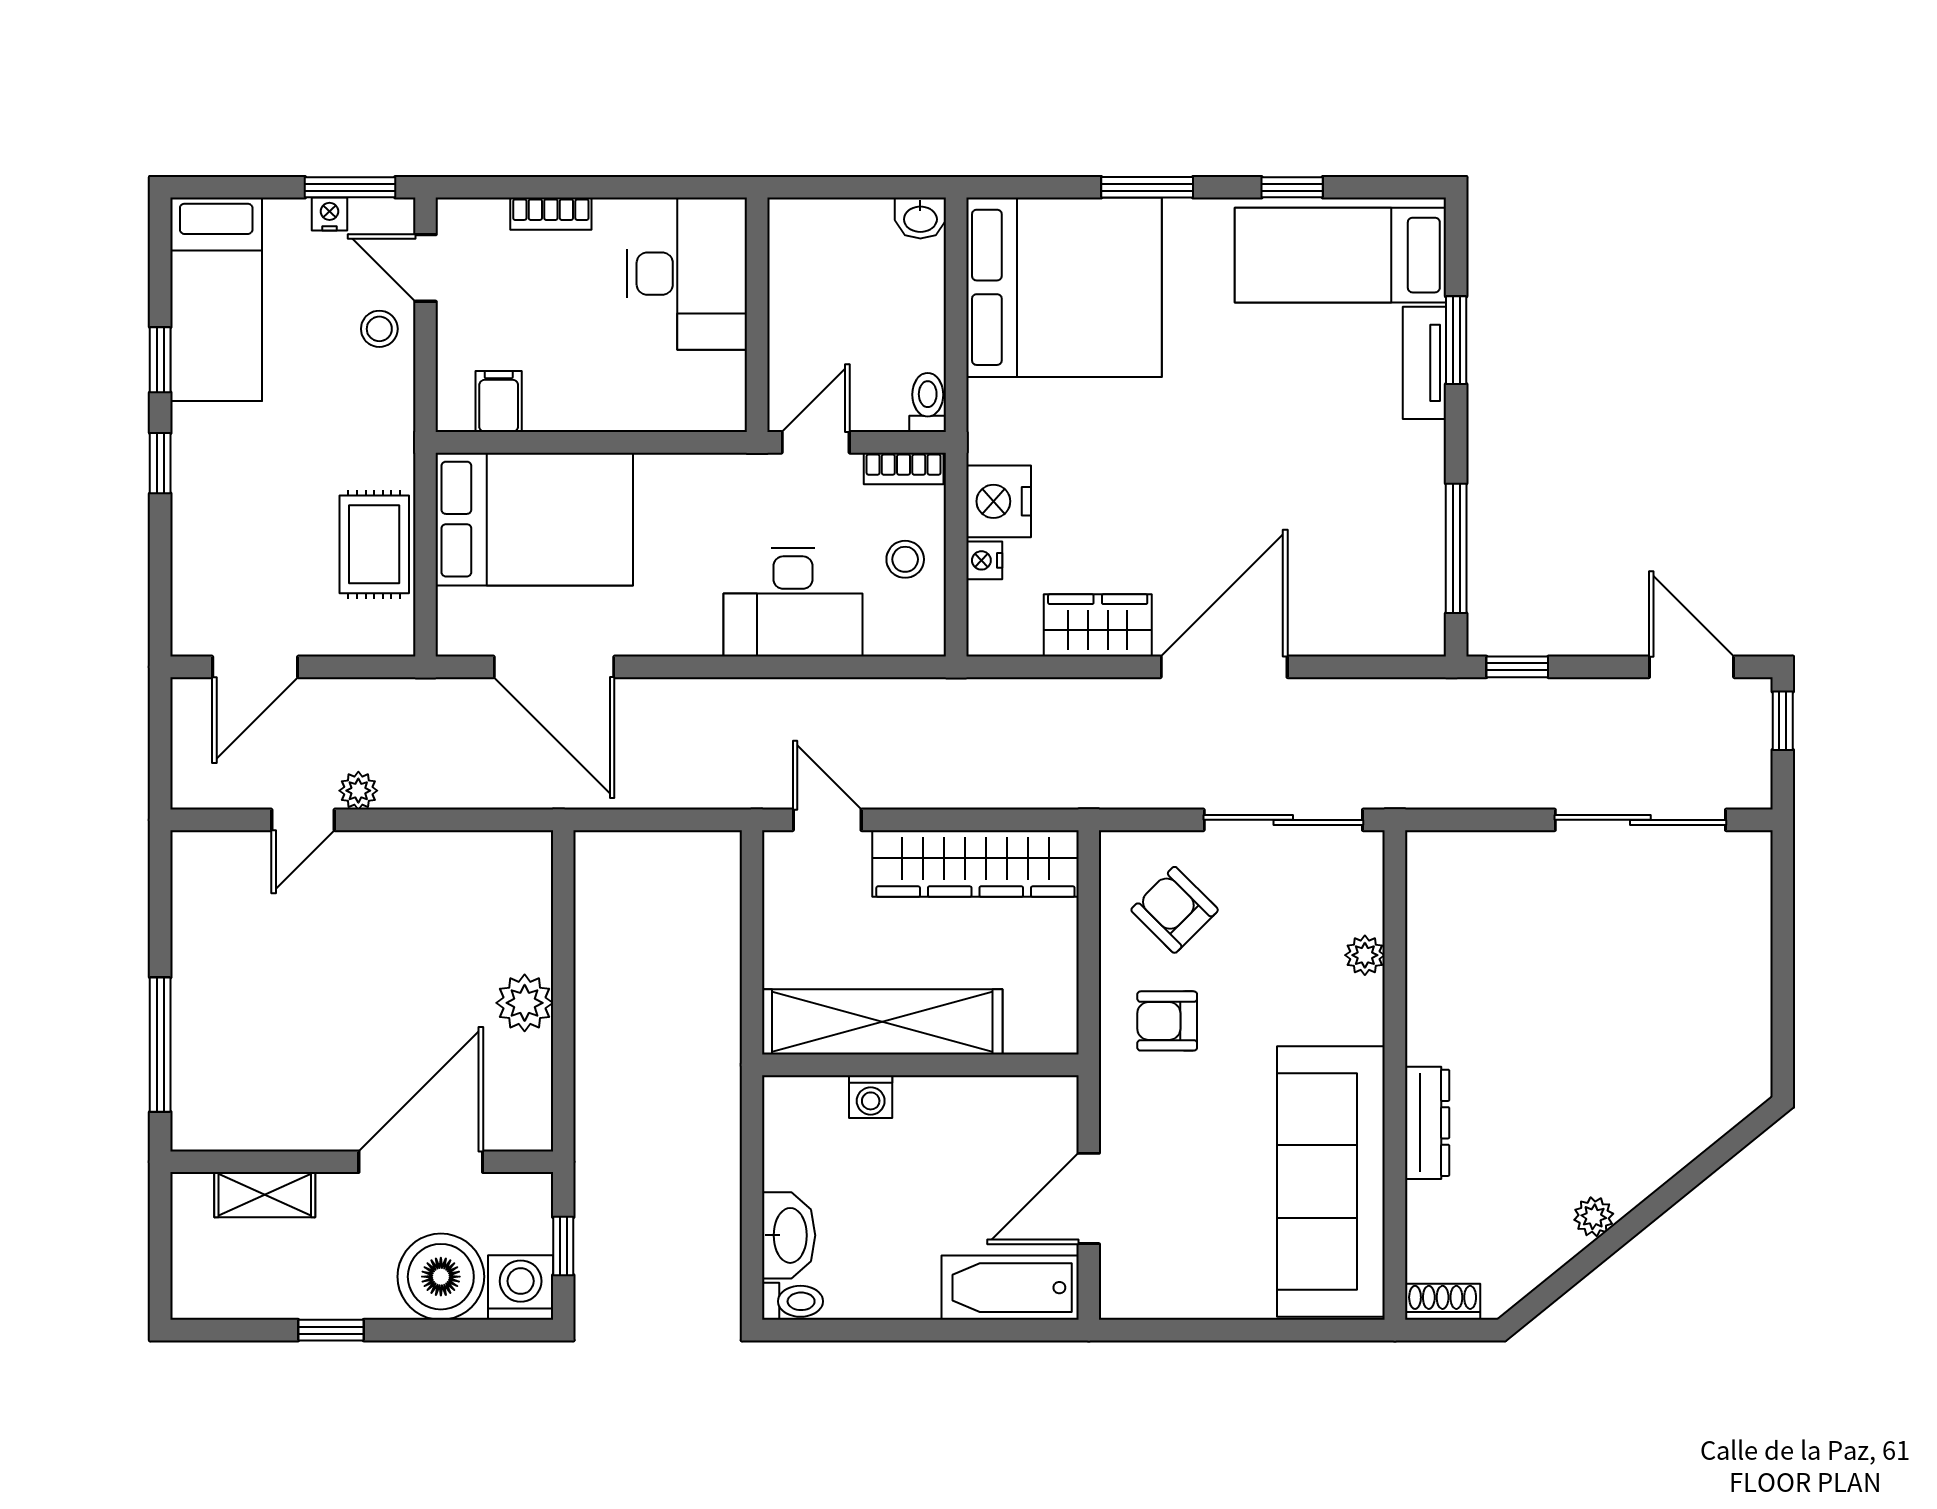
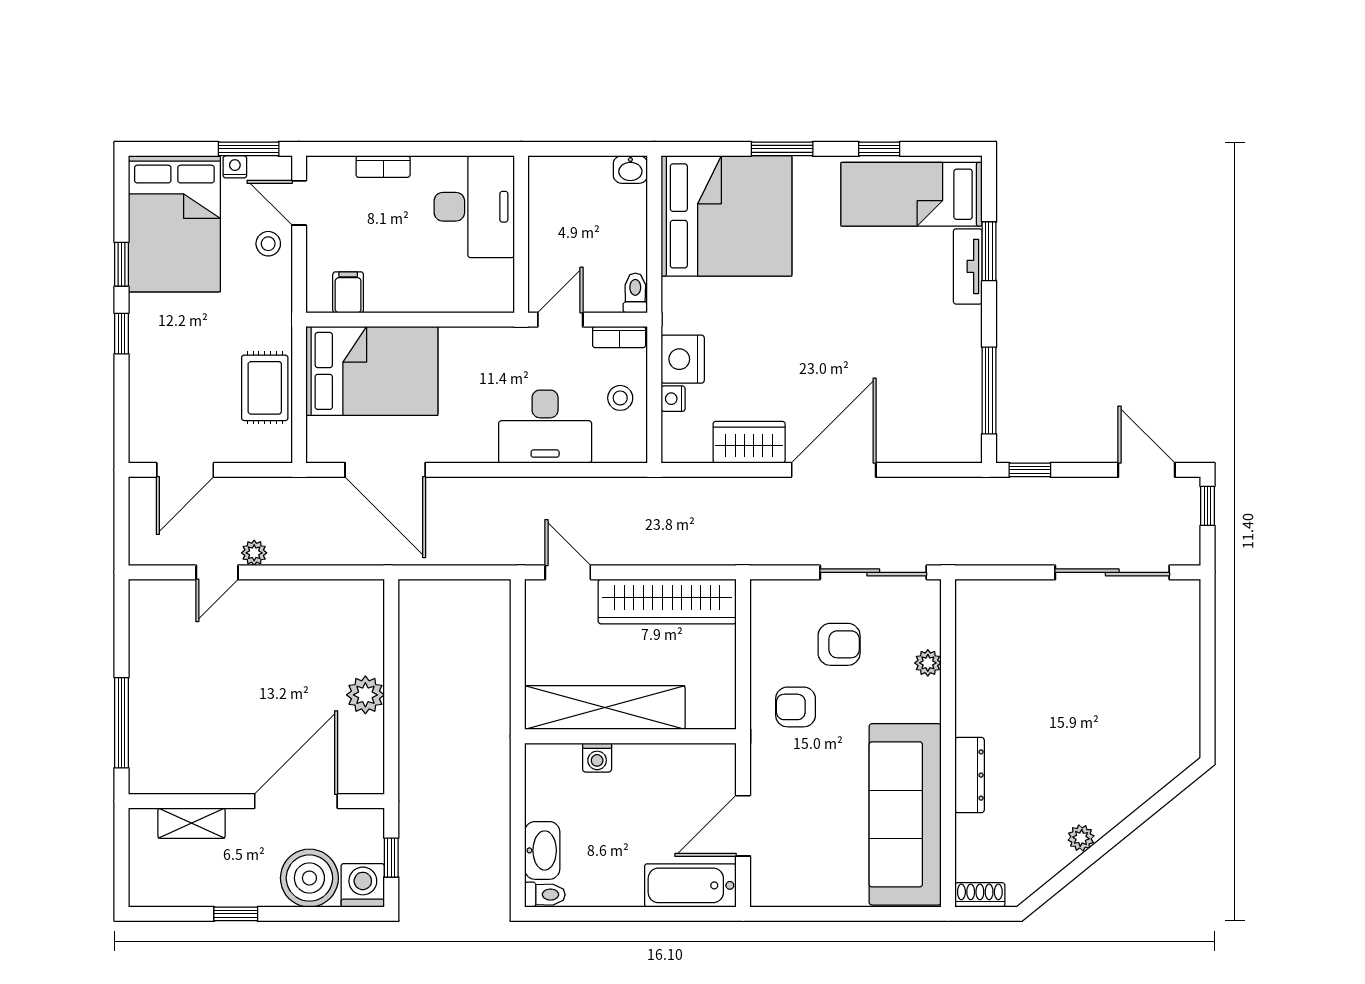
bed: (216, 299) -> (174, 224), width x1.50
armchair: (1175, 910) -> (839, 644), moved, turned 135

